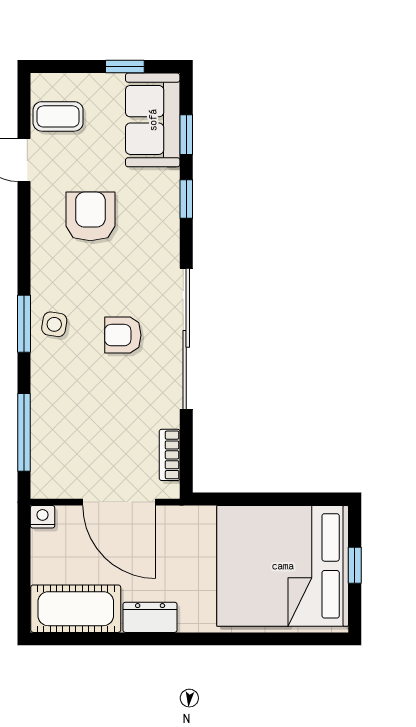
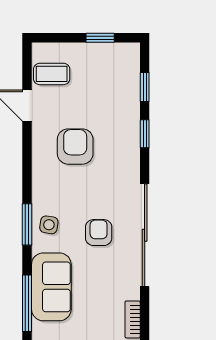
sofa: (153, 120) -> (51, 287), moved, turned 180
armchair: (123, 335) -> (99, 233), turned 90

